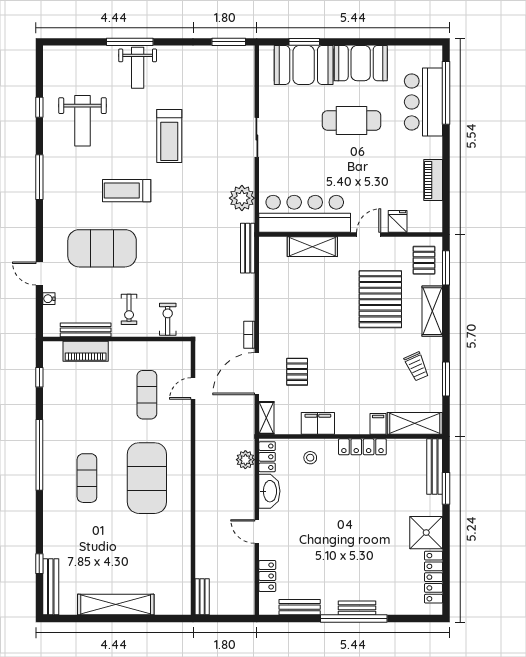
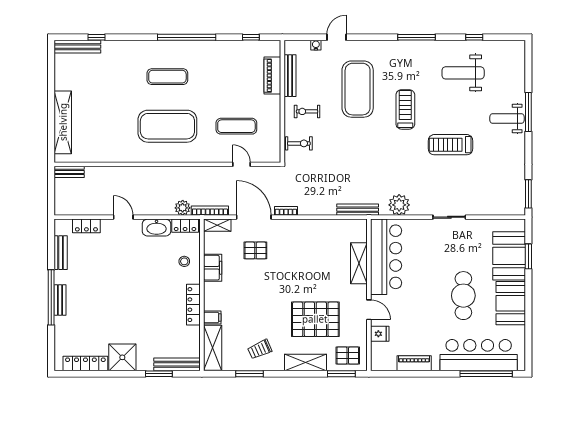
bar counter: (423, 102) -> (479, 355), width x1.36
bookcase: (249, 427) -> (210, 211), added
door: (257, 531) -> (123, 217), hinge flipped
shelving: (116, 605) -> (63, 122), moved

